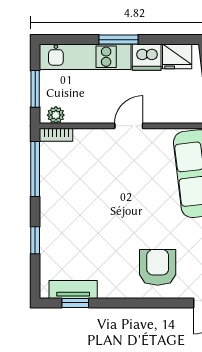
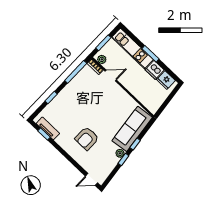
door: (129, 126) -> (111, 75), moved
armchair: (158, 267) -> (87, 138), moved, turned 180

